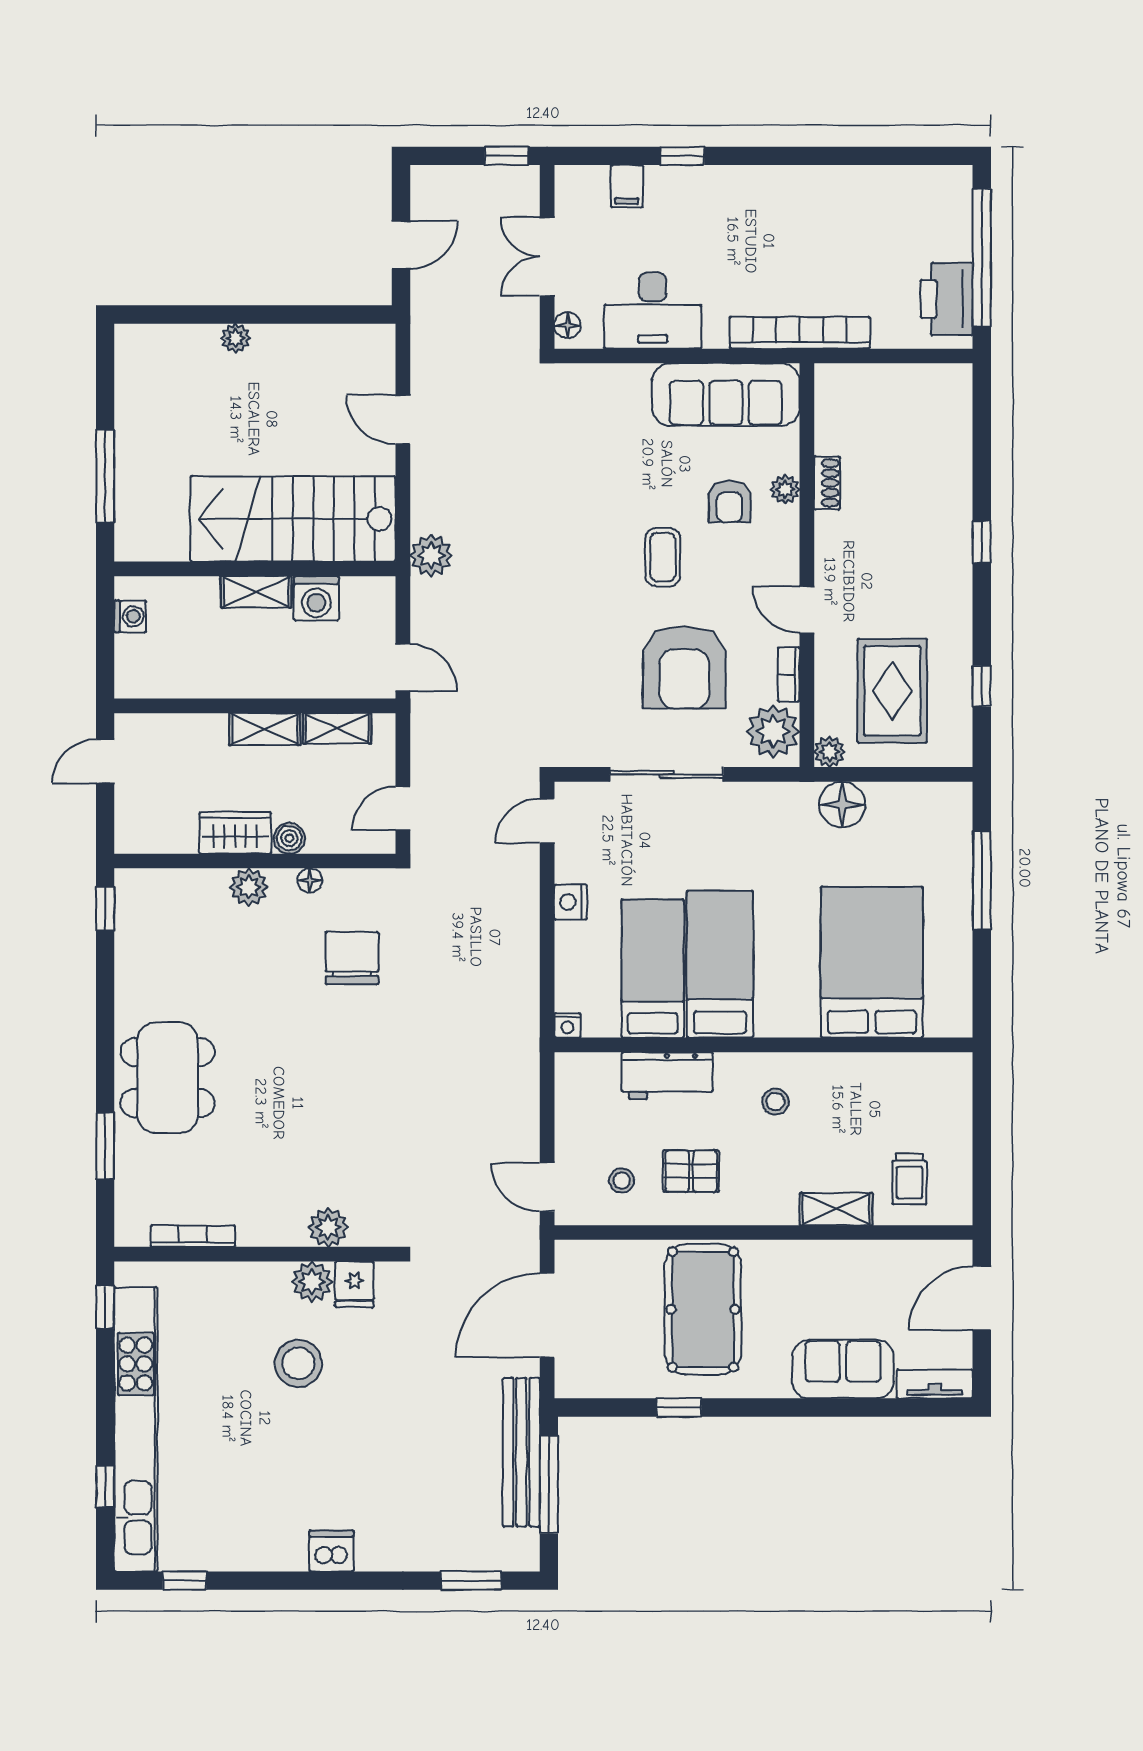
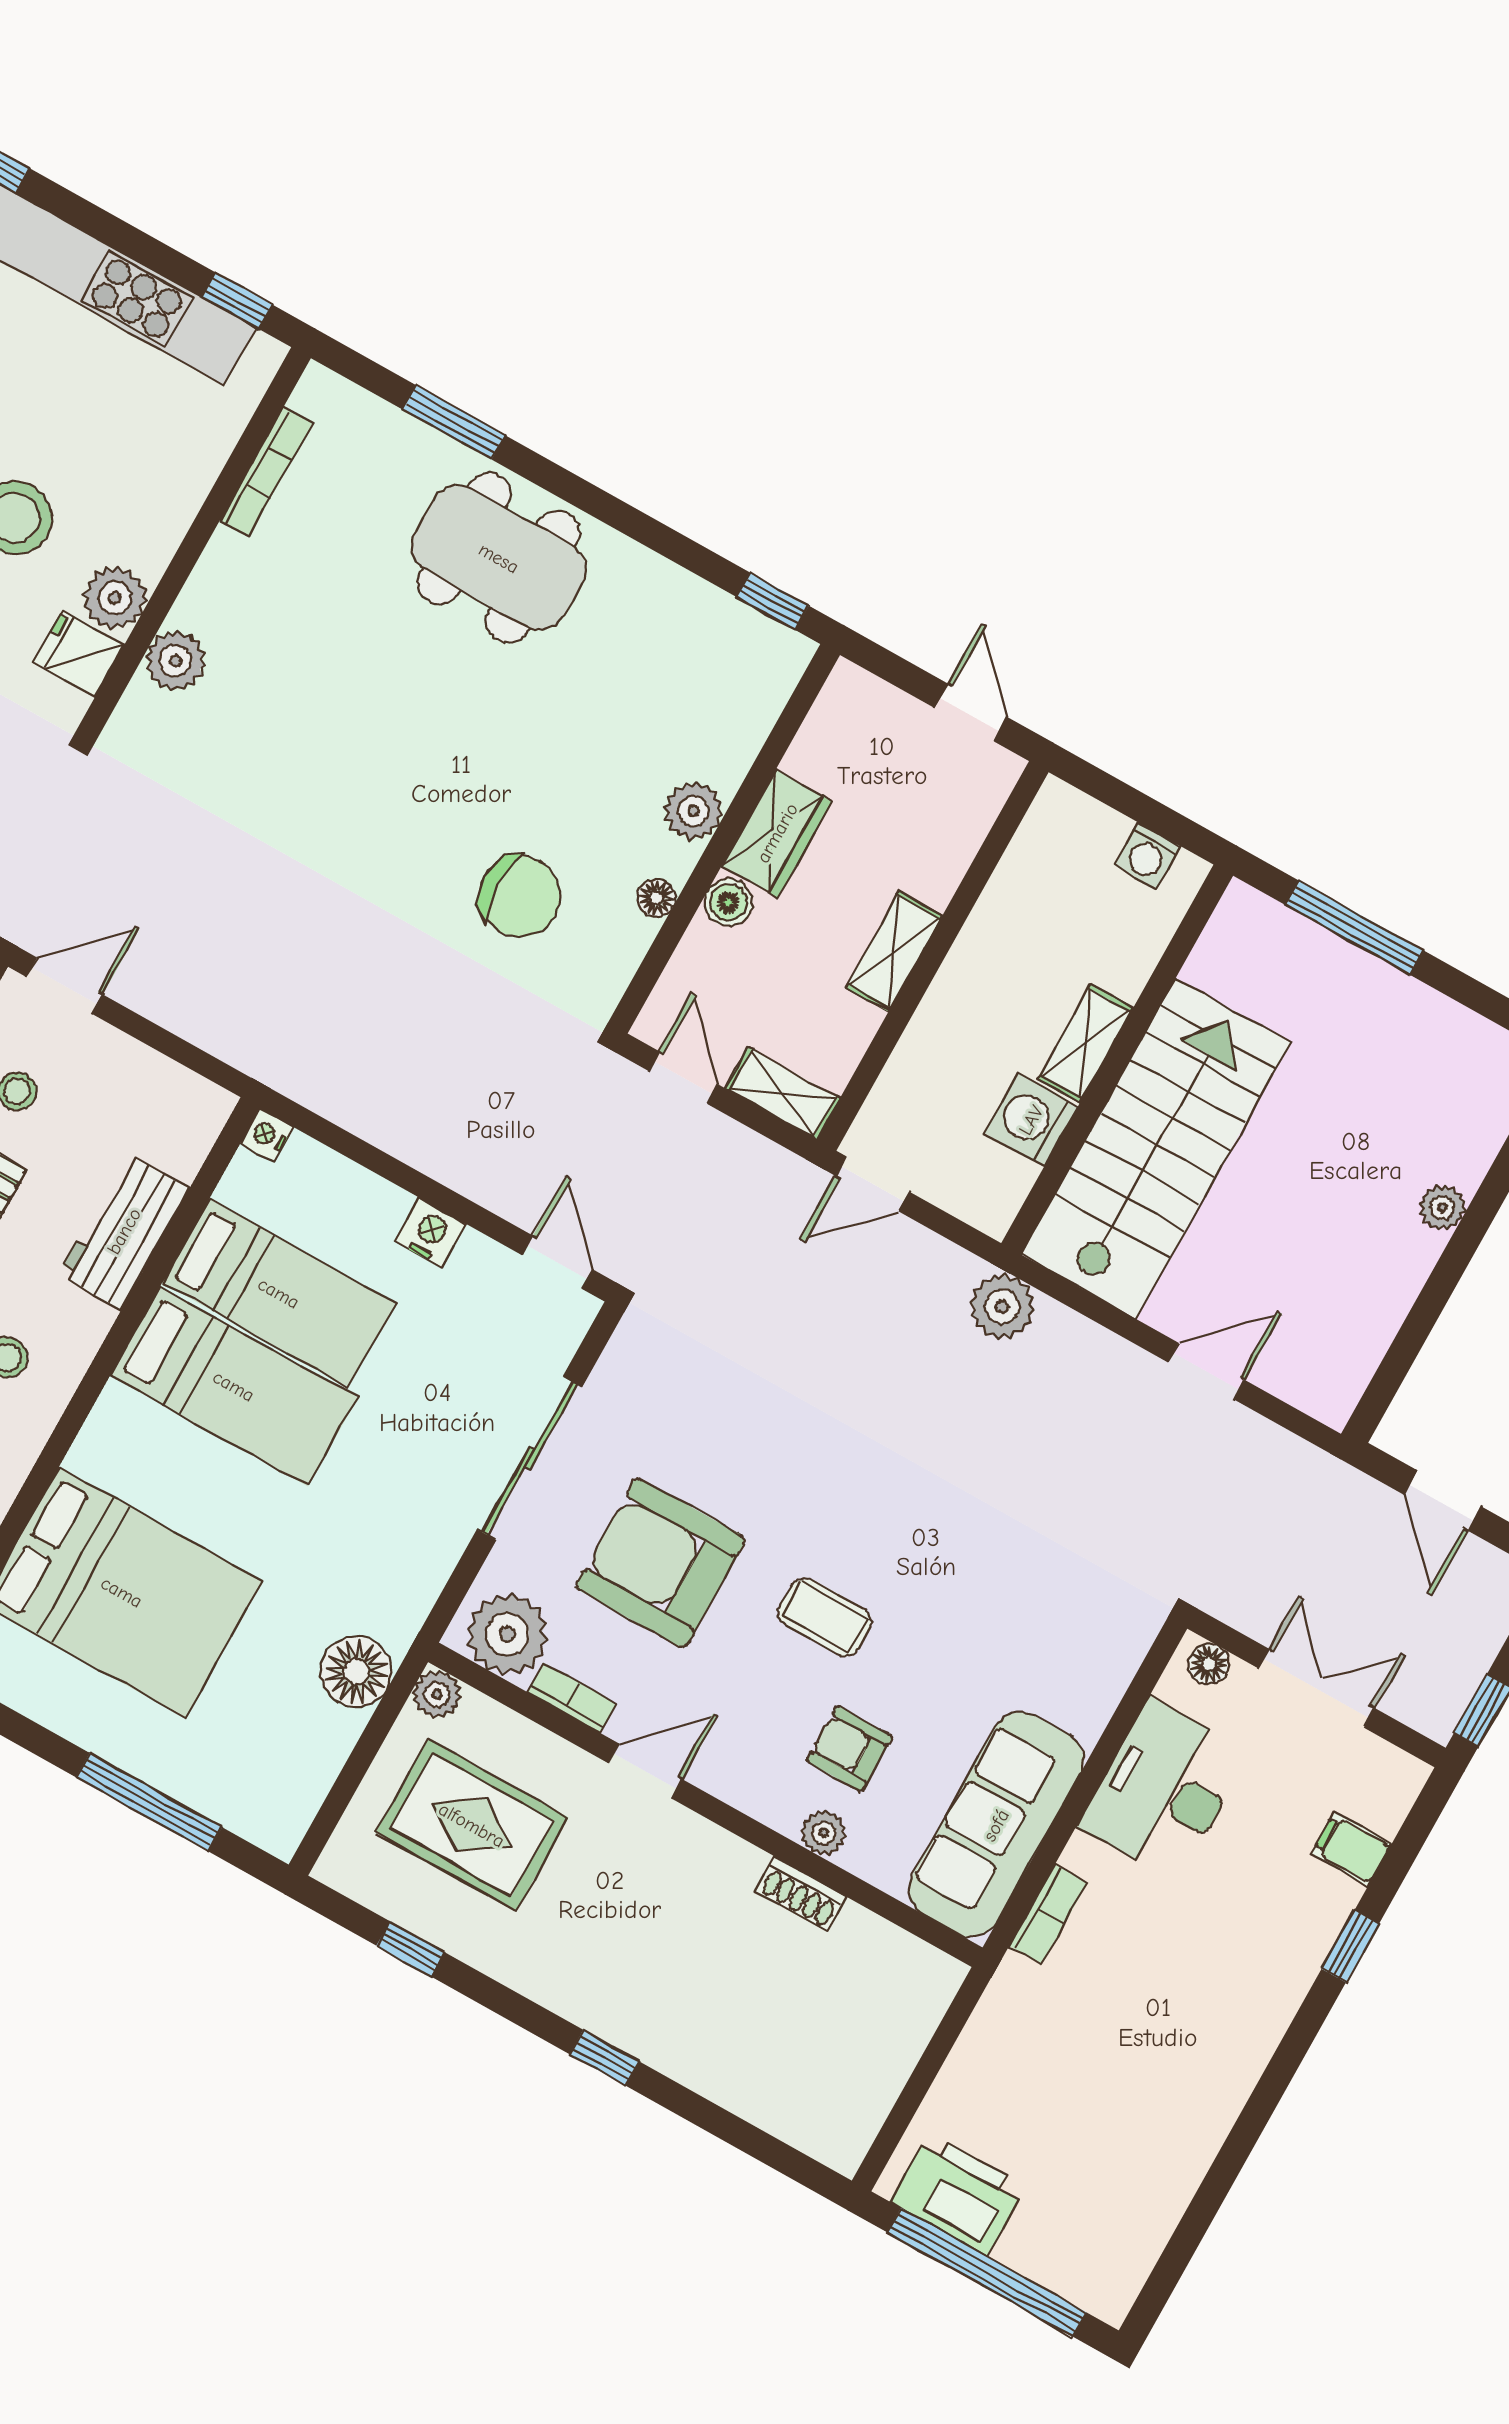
bookcase: (800, 333) -> (1048, 1914), width x0.43, depth x0.76
shelving: (337, 728) -> (783, 1093), moved, turned 90

